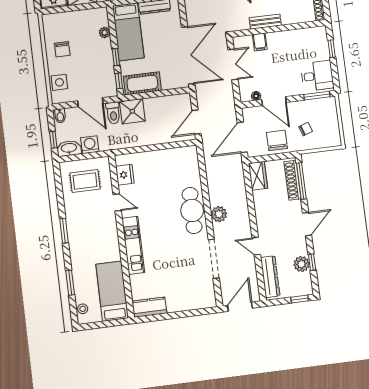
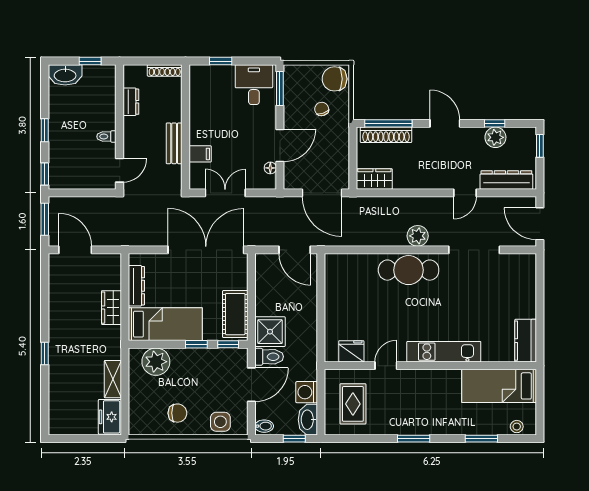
plant: (105, 32) -> (156, 362), width x1.88, depth x1.88
chair: (277, 140) -> (335, 79), moved

